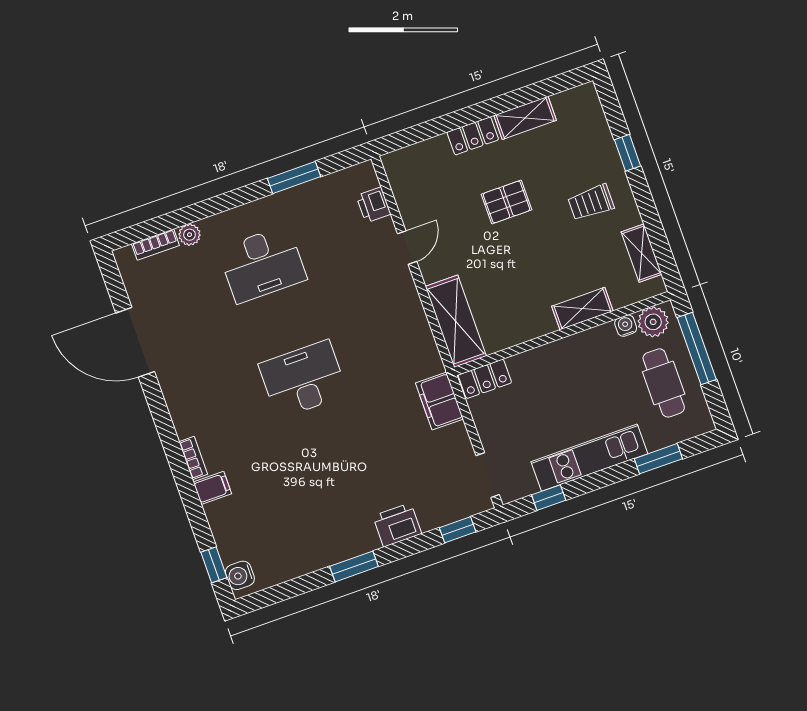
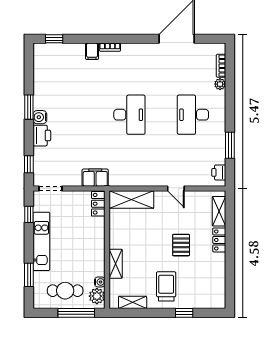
shelving: (525, 118) -> (219, 211), moved
trolley: (591, 202) -> (166, 286), width x1.36, depth x1.39
printer: (374, 205) -> (219, 172), moved, turned -90
water cooler: (240, 575) -> (40, 117), moved, turned -90

